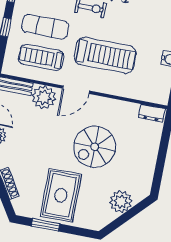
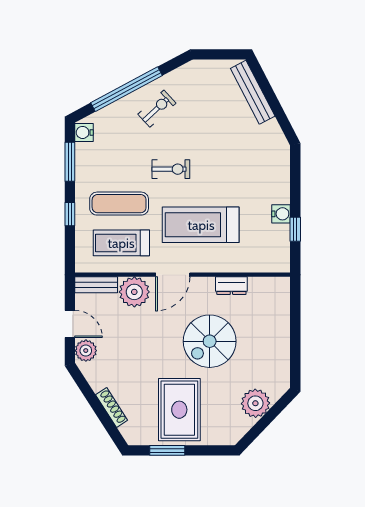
treadmill: (105, 55) -> (201, 225), turned 180
dresser: (152, 113) -> (231, 286), moved

